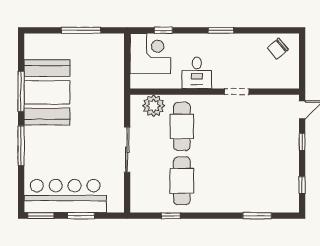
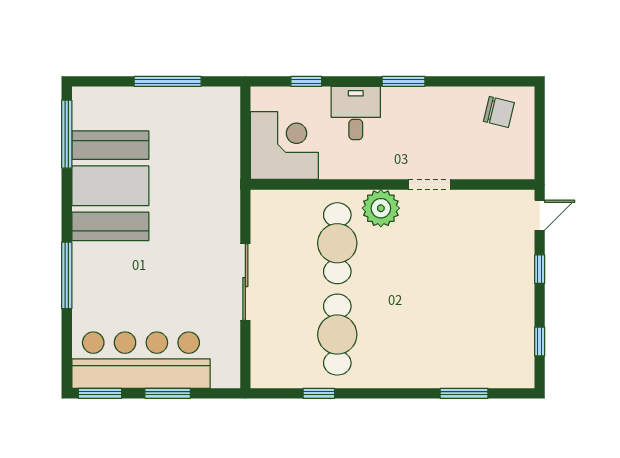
chair: (278, 48) -> (499, 112), turned -126
corner desk: (150, 53) -> (284, 146), moved
desk: (197, 73) -> (356, 113), moved, turned 180
window: (21, 91) -> (67, 134), moved
plant: (154, 106) -> (381, 208), moved

